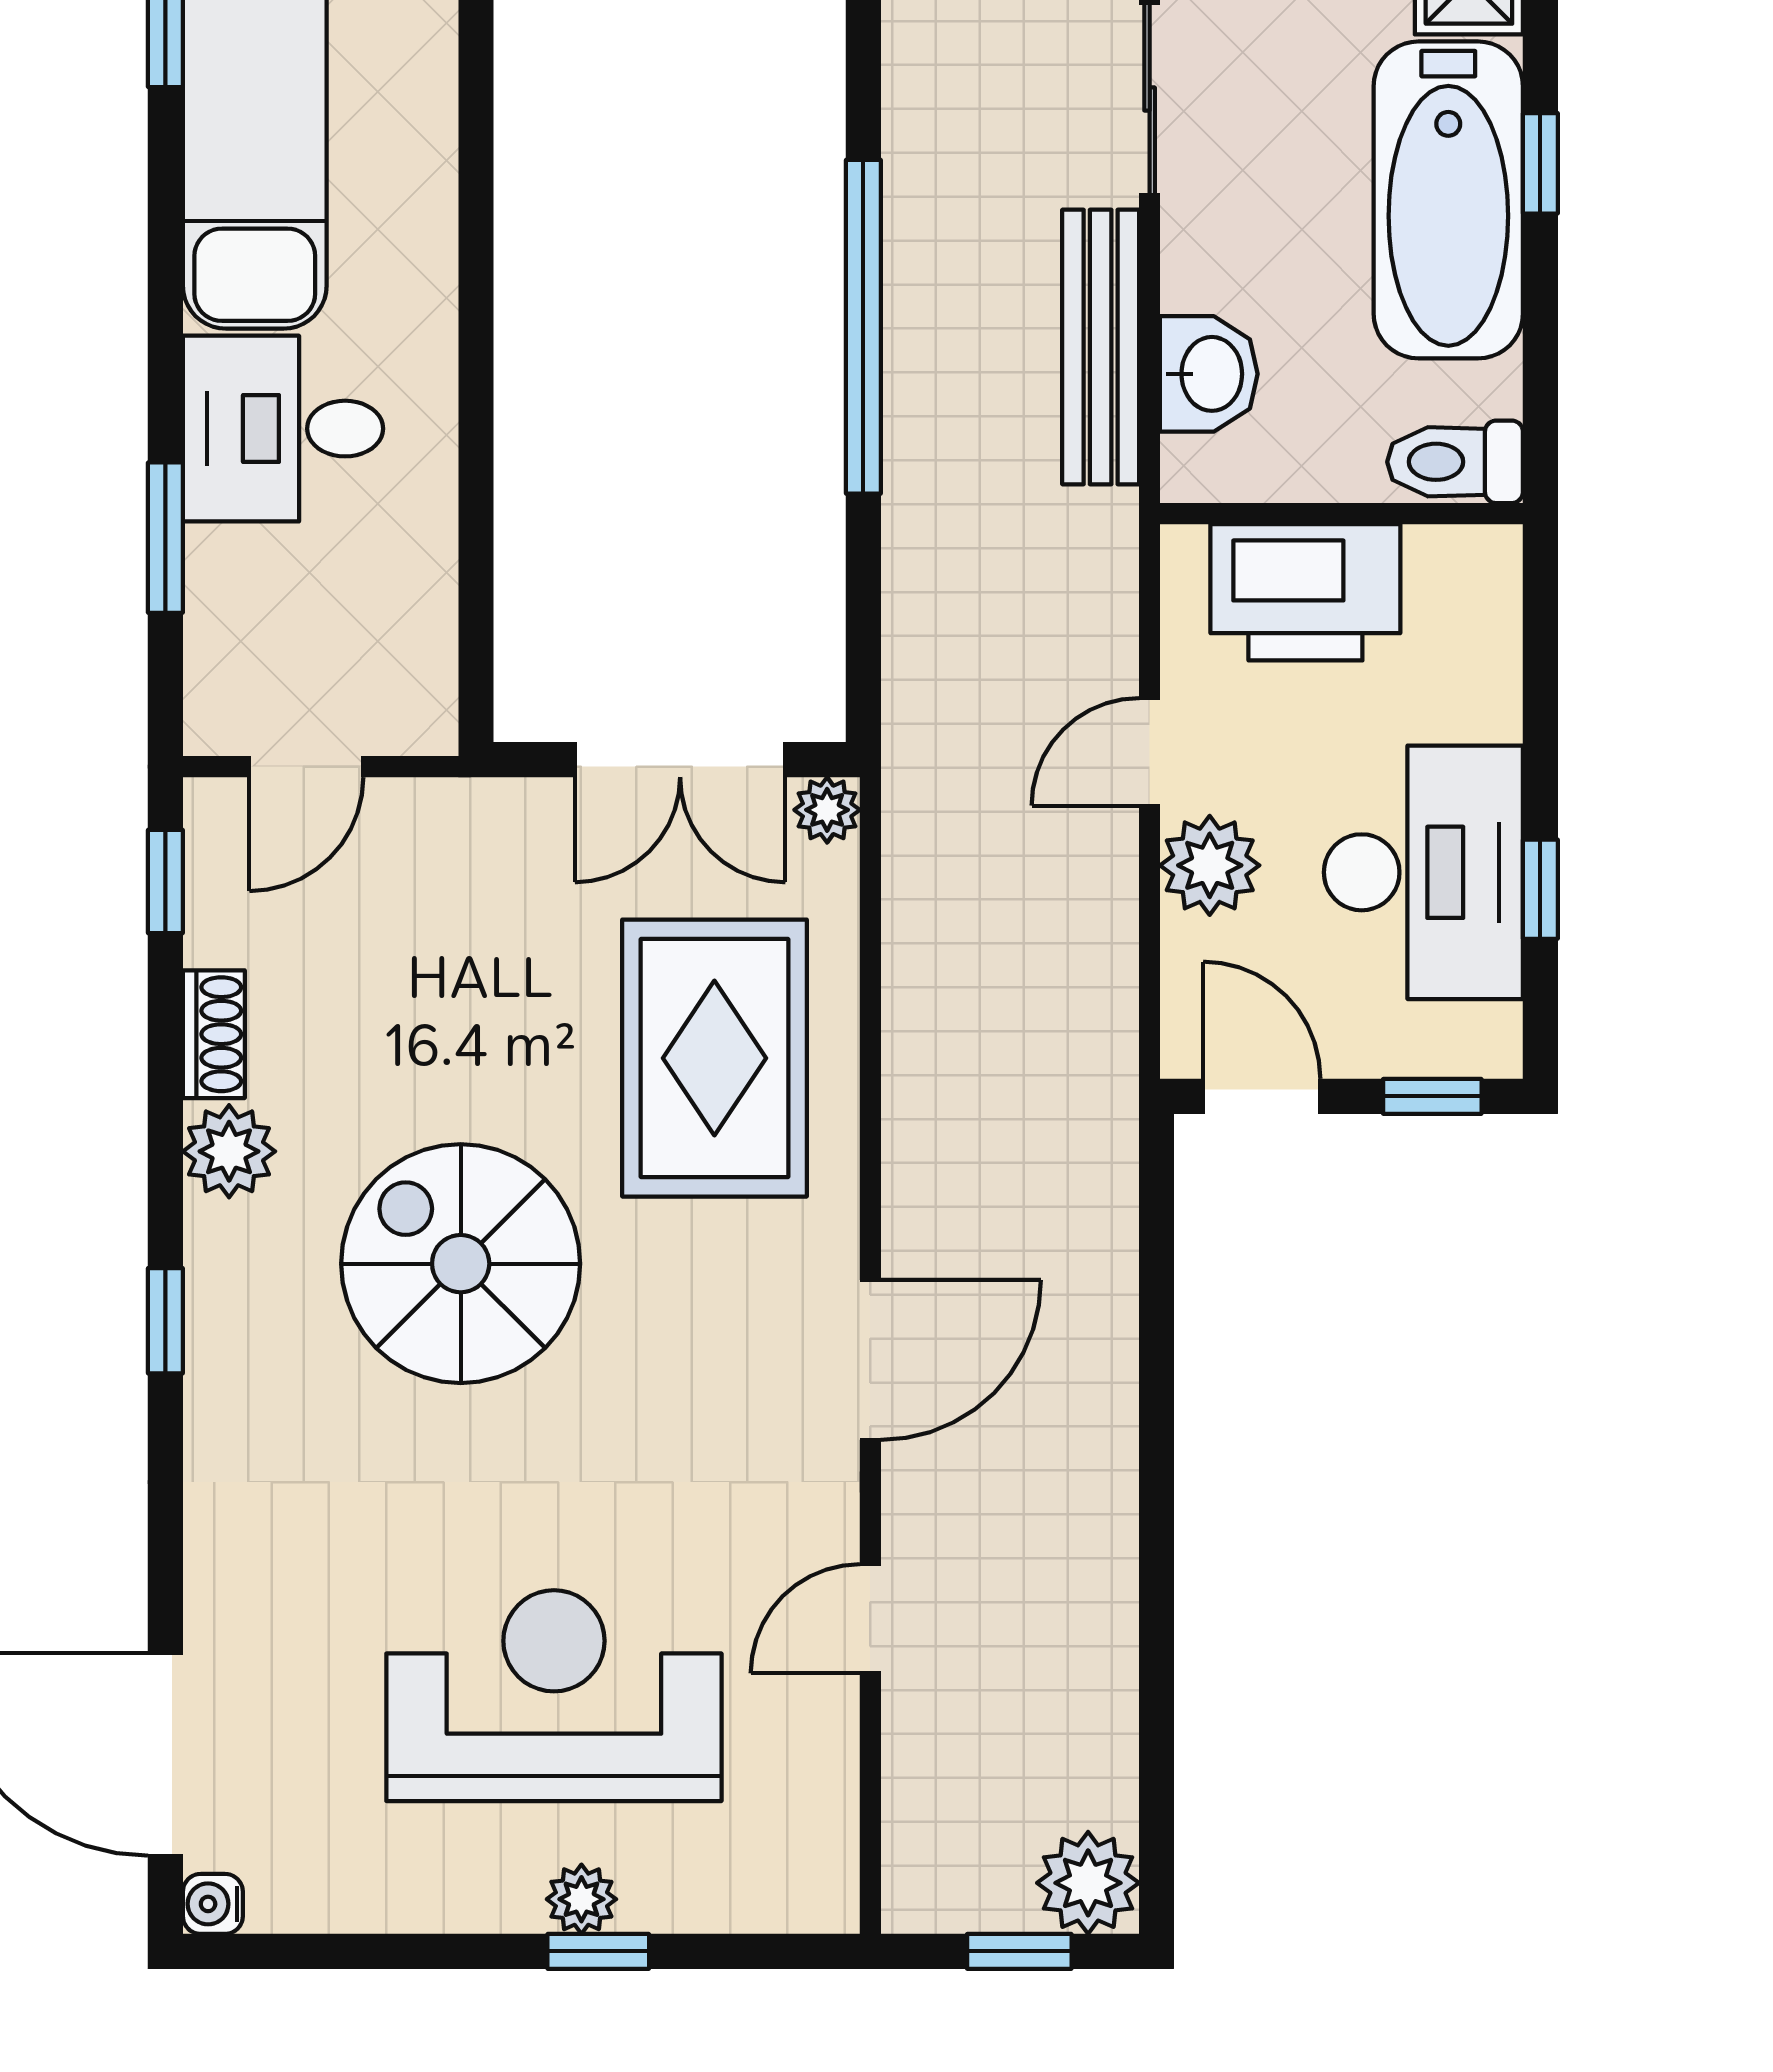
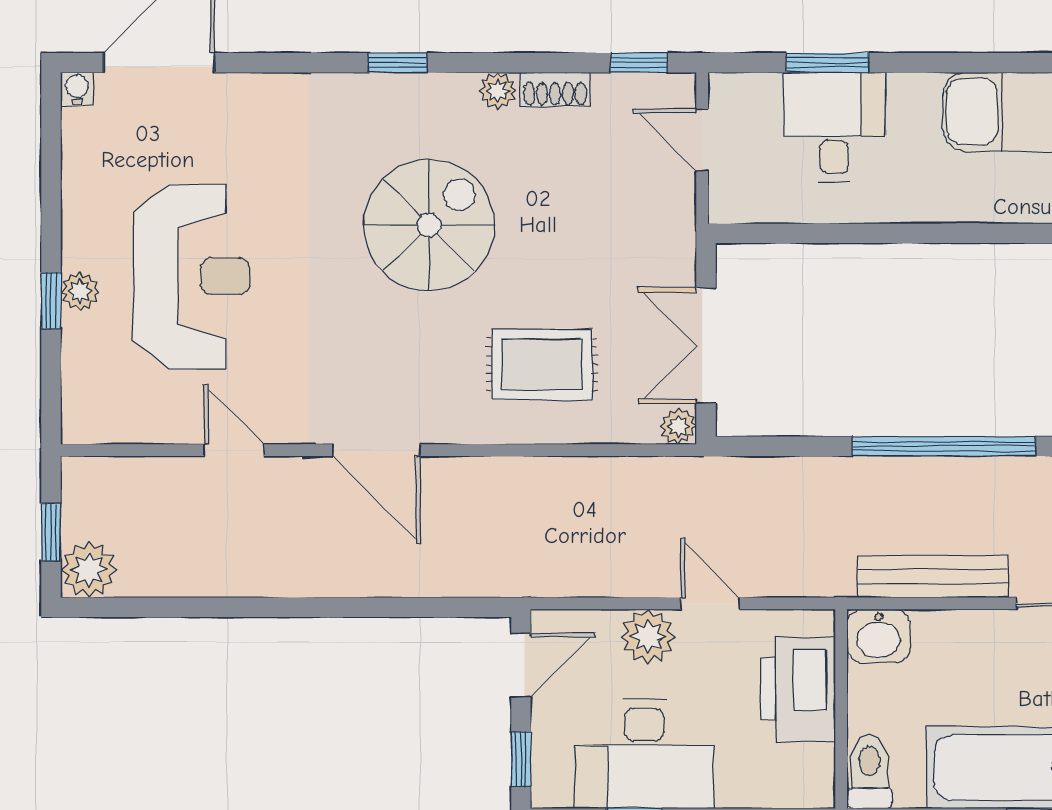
washbasin: (1209, 374) -> (879, 636), moved
desk: (283, 429) -> (834, 127), moved
rug: (714, 1058) -> (542, 364), width x0.73, depth x0.70
plant: (229, 1151) -> (498, 91), width x0.73, depth x0.73

